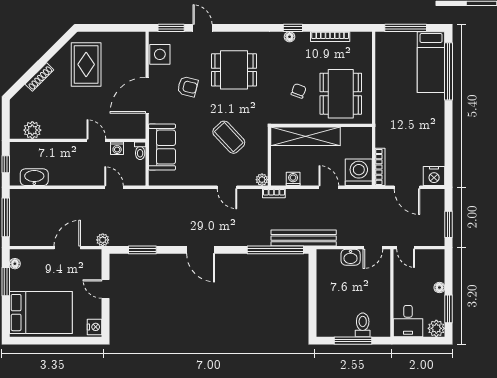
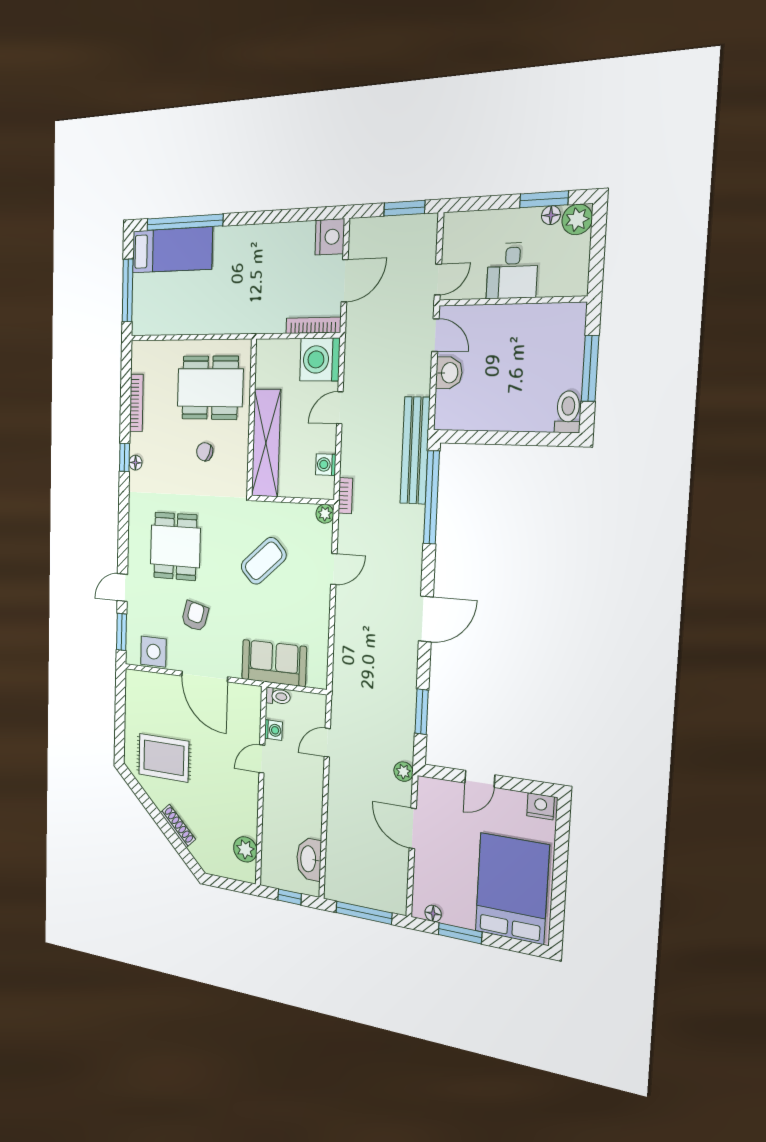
floor lamp: (439, 288) -> (551, 215), moved
desk: (408, 321) -> (512, 271), moved, turned 90
toilet: (363, 325) -> (568, 412), moved, turned 90

